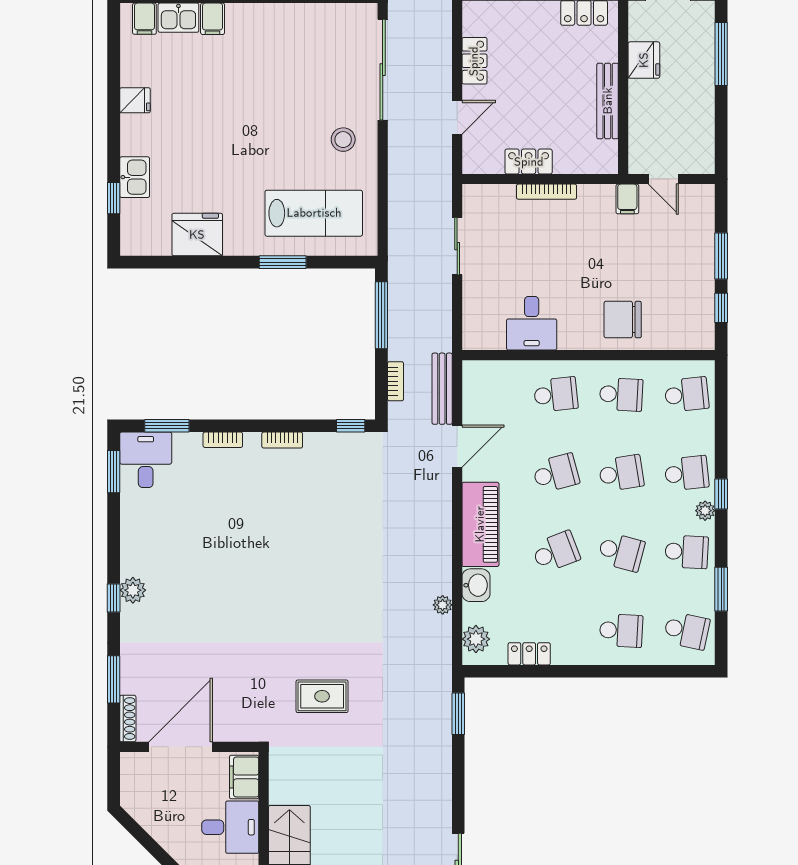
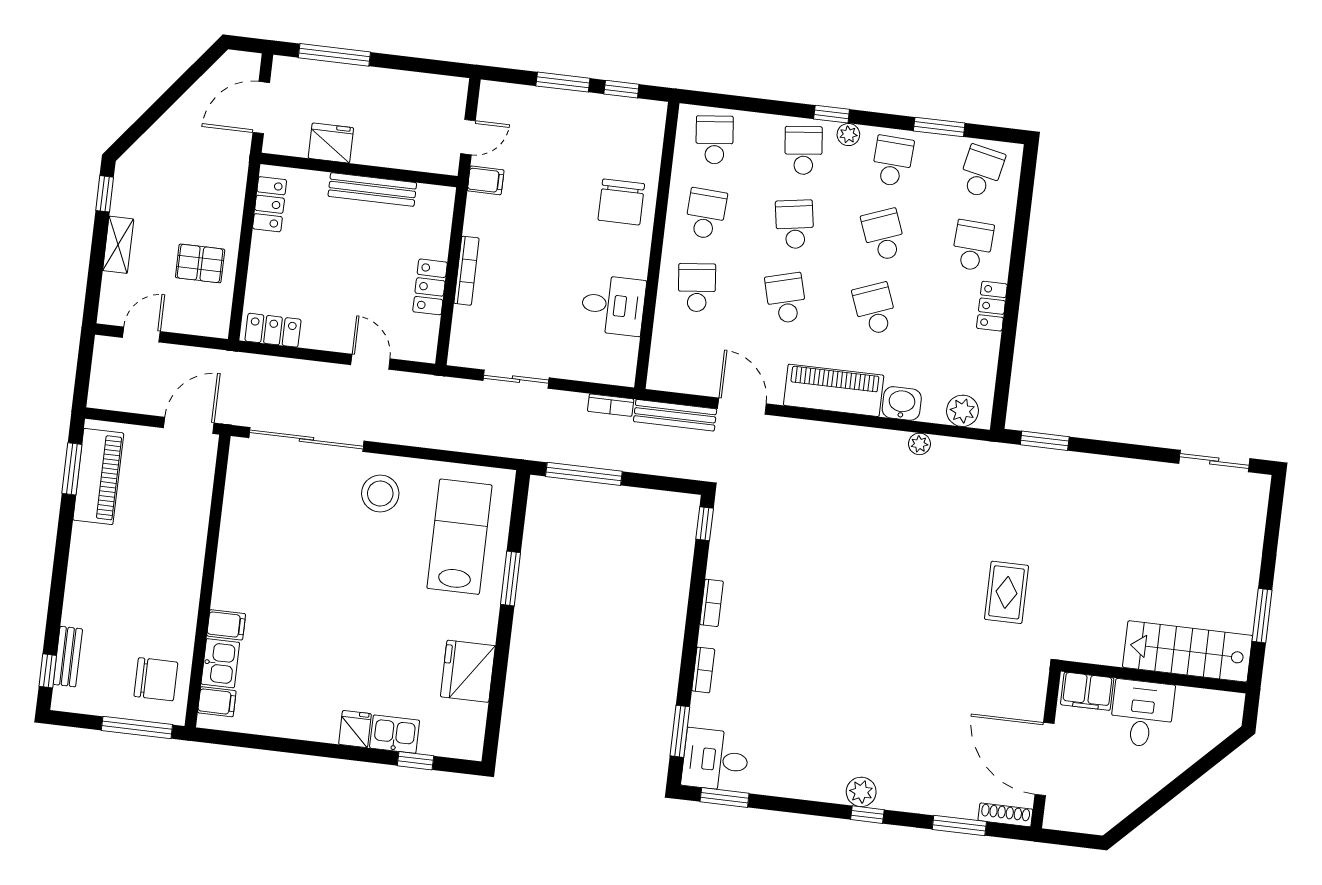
locker: (474, 61) -> (273, 330), moved
fridge: (135, 100) -> (355, 729), moved
stool: (343, 140) -> (380, 494), width x1.38, depth x1.38
bookcase: (395, 381) -> (611, 405), moved, turned 180
school desk: (621, 552) -> (884, 235), turned -36
locker: (529, 654) -> (992, 306), moved

